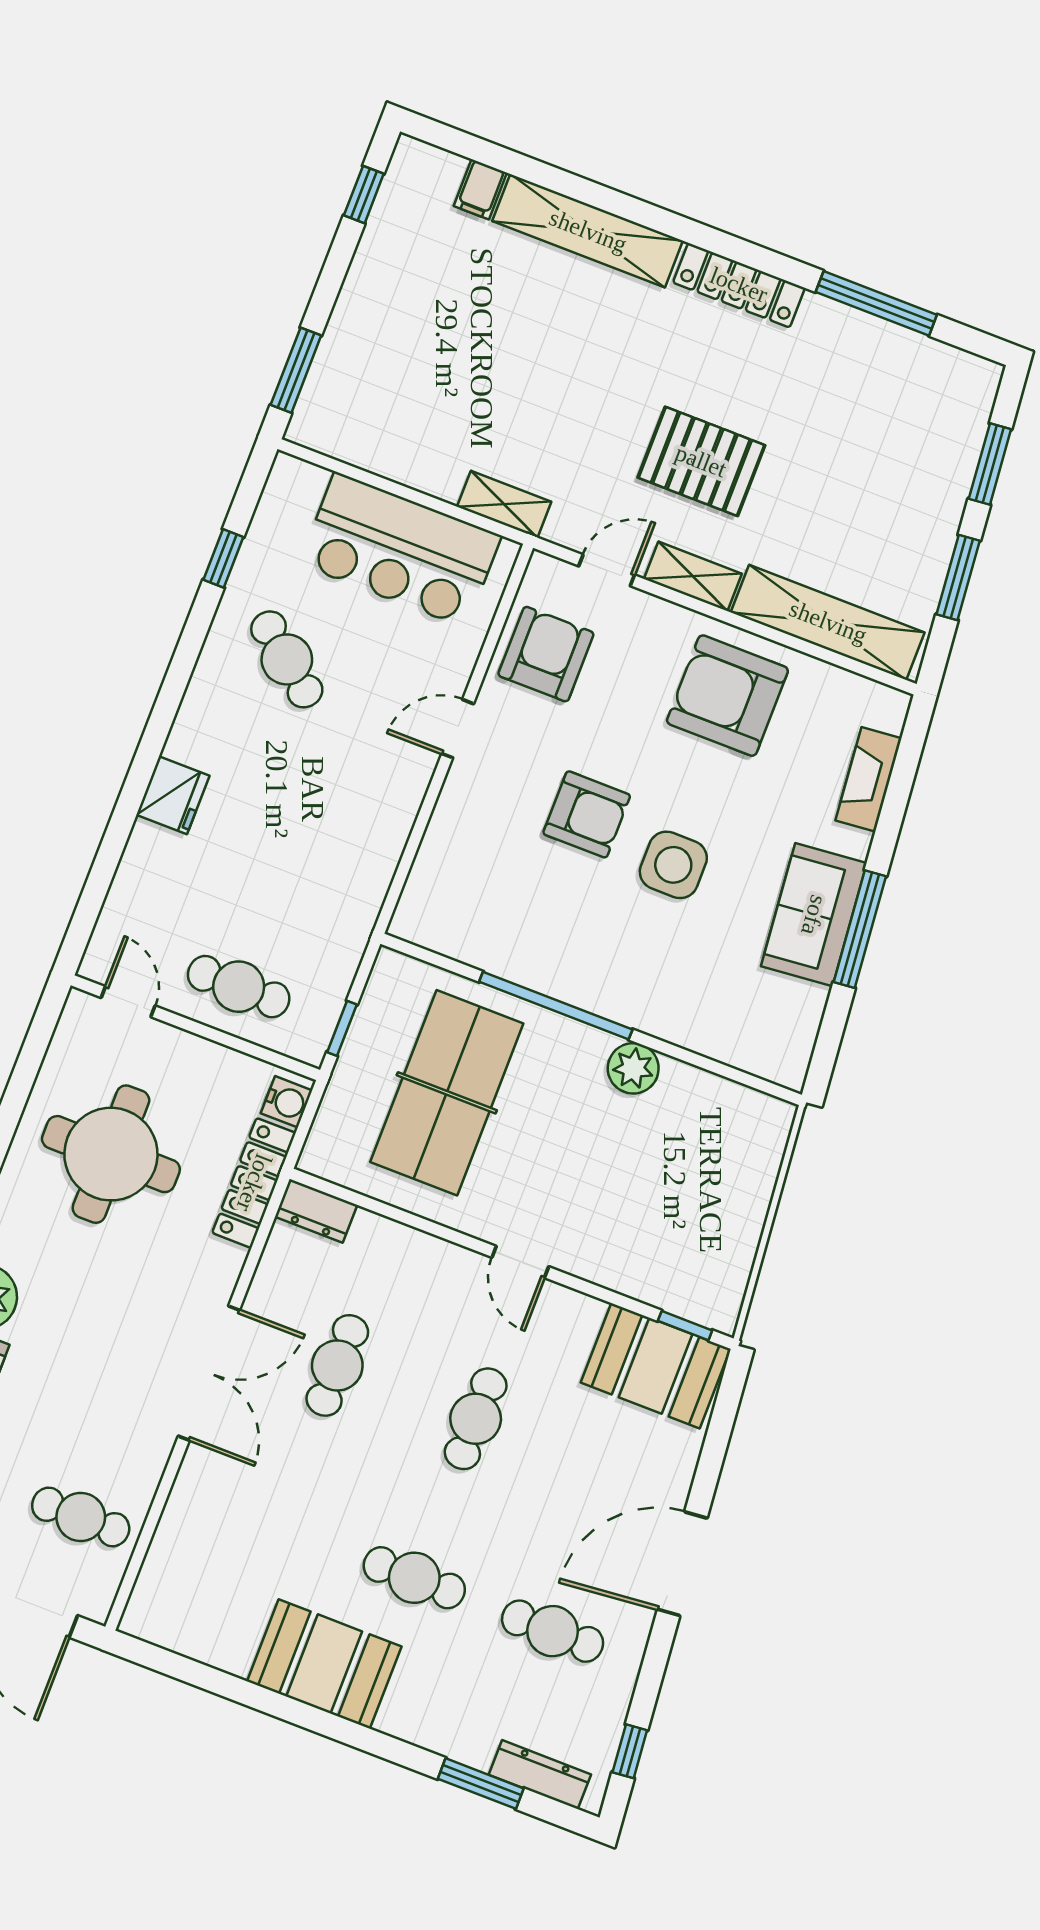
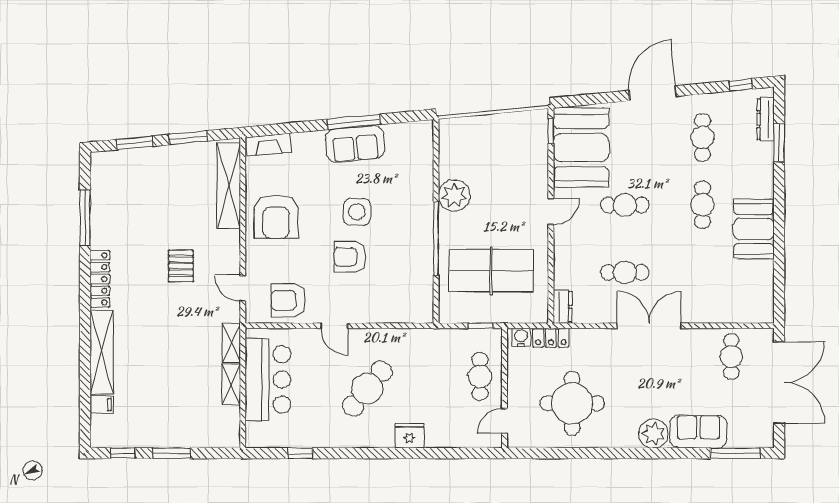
window: (296, 370) -> (171, 453), moved
pallet: (701, 461) -> (181, 266), width x0.67, depth x0.71
shelving: (693, 576) -> (231, 384), moved
cafe table: (287, 659) -> (367, 389), moved, width x1.37, depth x1.35
fireplace: (869, 779) -> (268, 145), moved
armchair: (587, 814) -> (350, 257), turned -90
plant: (633, 1068) -> (454, 195), width x1.36, depth x1.36
locker: (254, 1183) -> (551, 338), width x0.66
booth: (656, 1366) -> (581, 148), width x1.36, depth x1.42
door: (682, 1564) -> (653, 93), swing flipped

